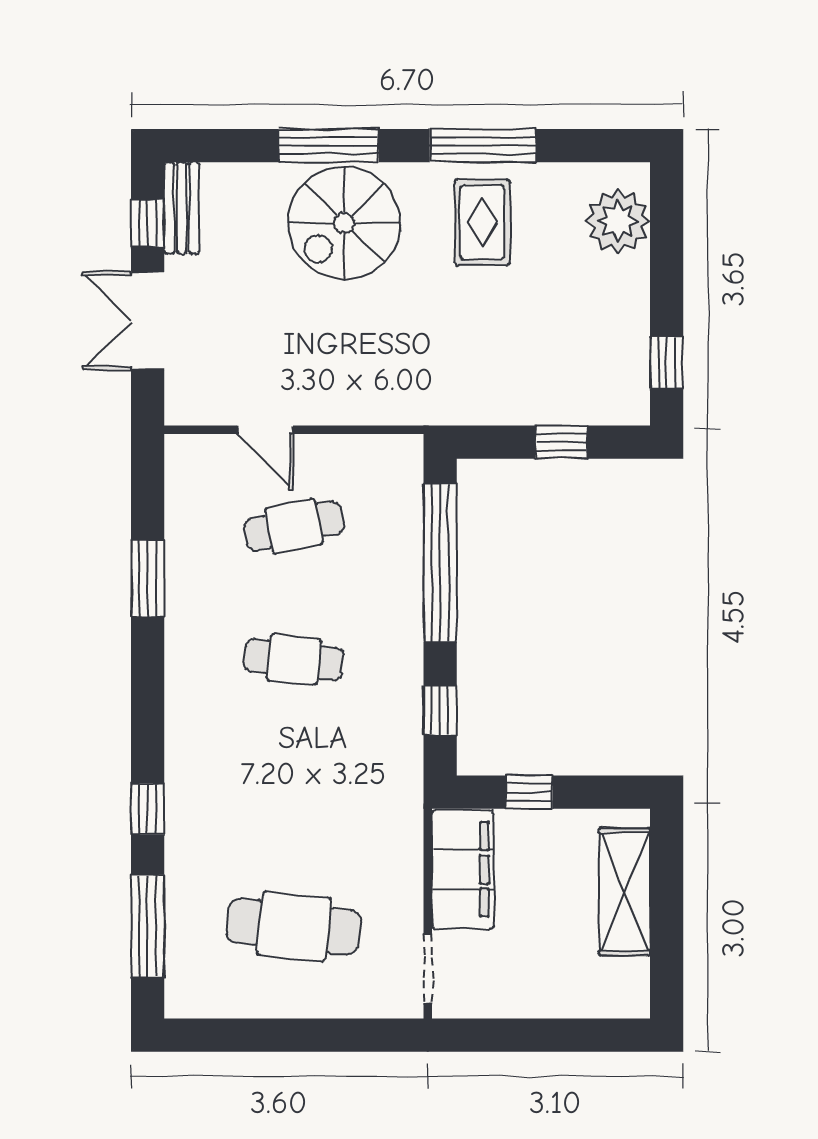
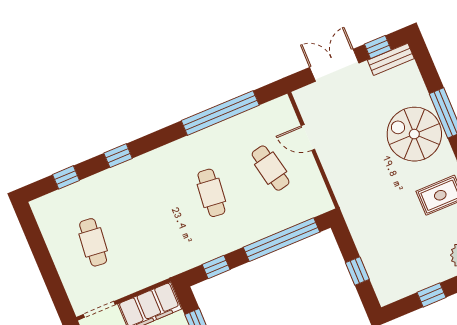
window: (667, 363) -> (431, 295), moved
door: (265, 430) -> (308, 137), hinge flipped
window: (148, 578) -> (220, 113), width x2.11
window: (148, 926) -> (66, 177), width x0.46
cafe table: (294, 926) -> (93, 242), width x0.73, depth x0.74

